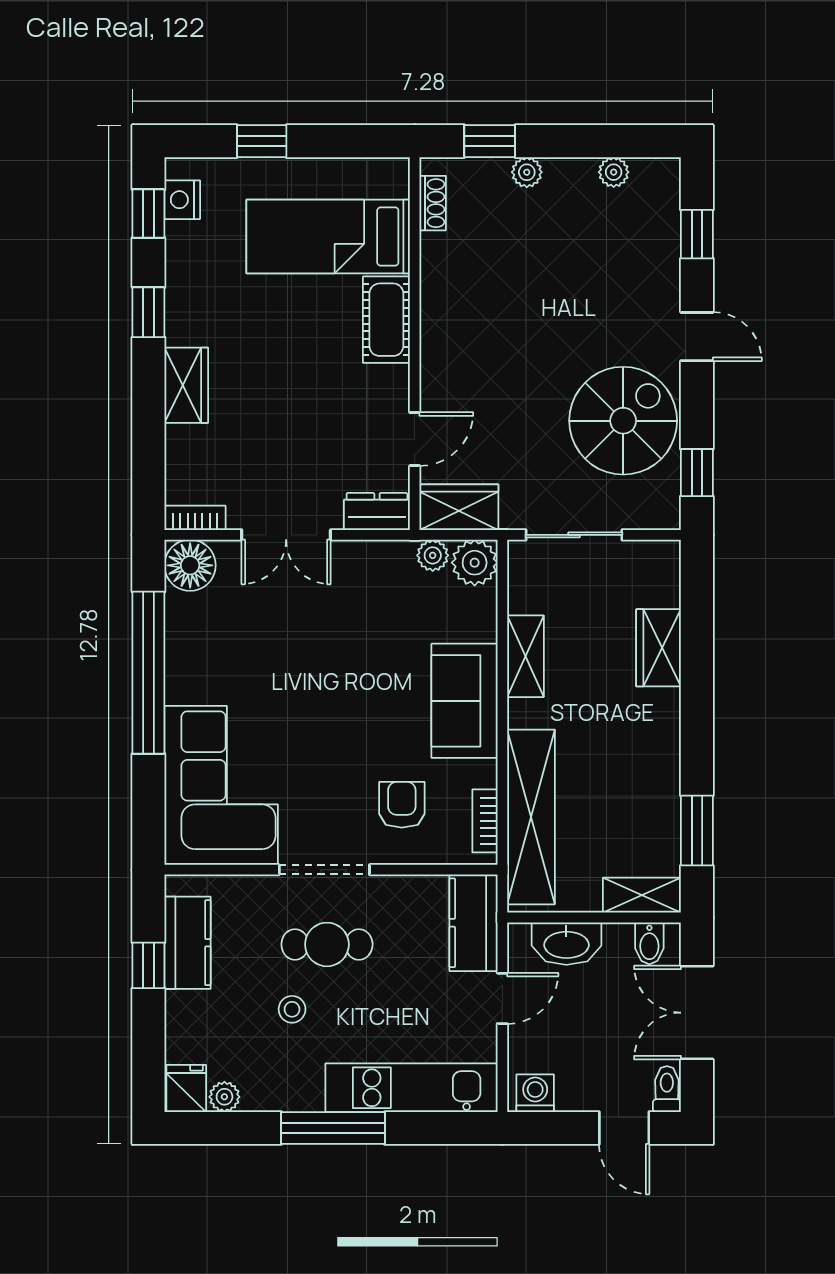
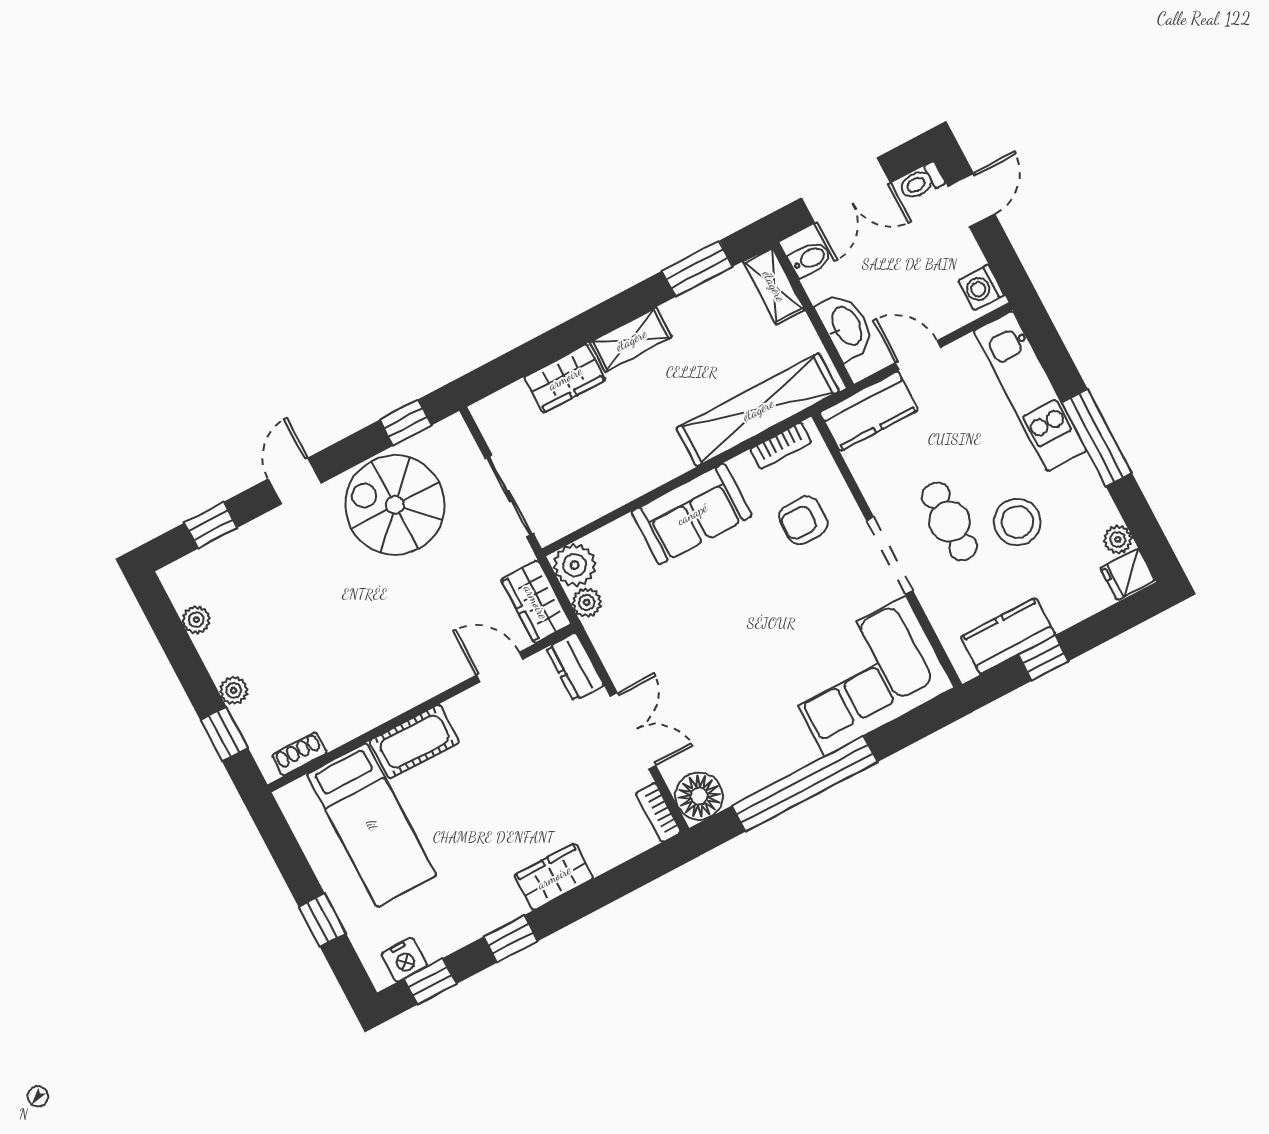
shelving: (526, 656) -> (631, 340), moved
stool: (292, 1009) -> (1017, 522), width x1.89, depth x1.89

